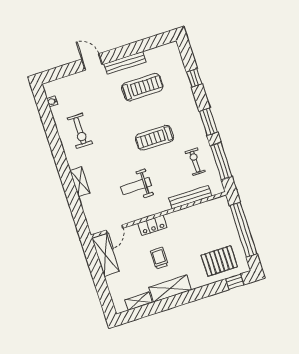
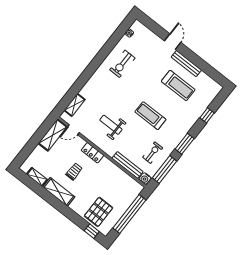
shelving: (80, 182) -> (75, 105), moved
water cooler: (217, 188) -> (145, 178), added
pallet: (219, 261) -> (99, 212), turned 90

